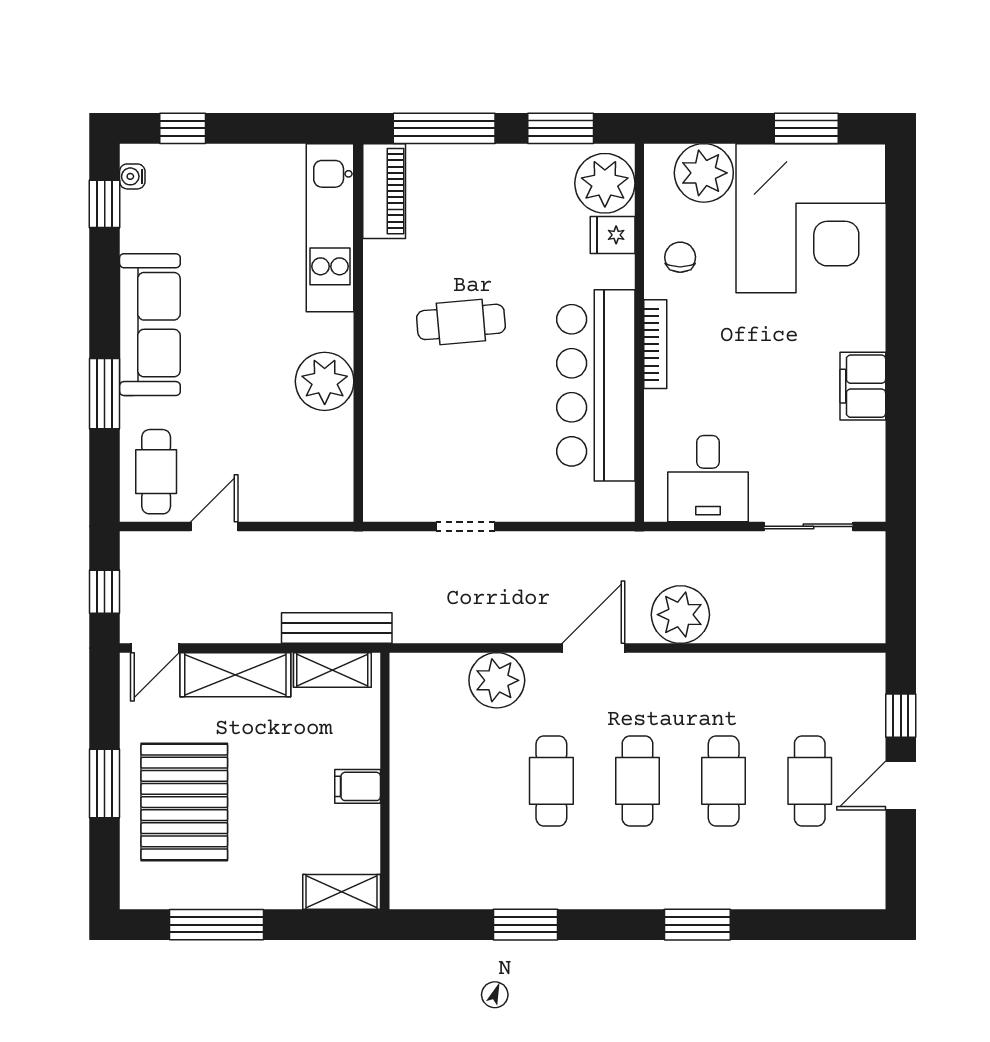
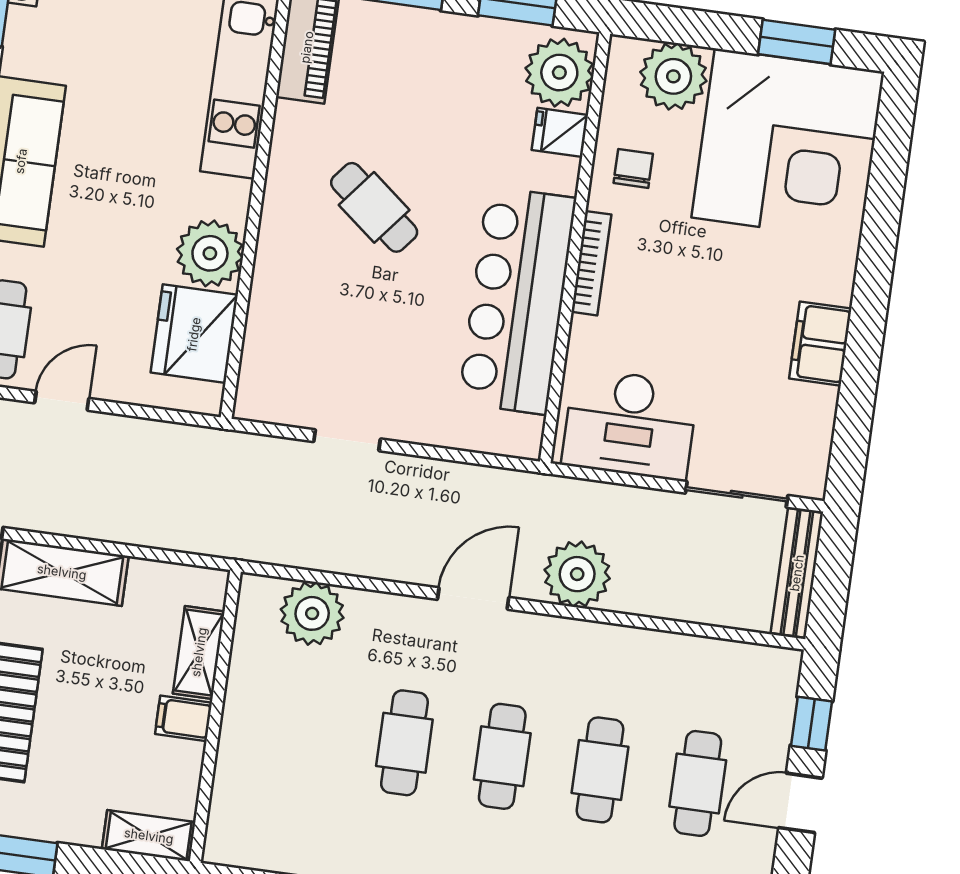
cafe table: (461, 322) -> (374, 207), turned 44
fridge: (321, 453) -> (194, 334), added
desk: (708, 479) -> (630, 424), width x1.37
bench: (337, 628) -> (797, 573), moved, turned 90
shelving: (332, 670) -> (199, 652), moved, turned 90
plant: (497, 680) -> (312, 613), moved

